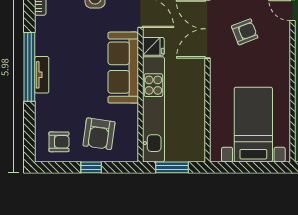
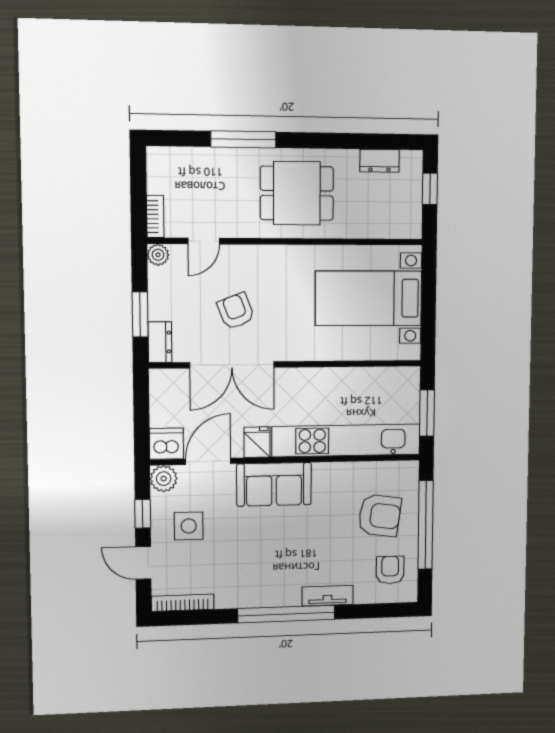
sofa: (123, 68) -> (274, 484), width x0.73
tv unit: (42, 75) -> (328, 596), moved
window: (91, 167) -> (426, 525), width x3.17

